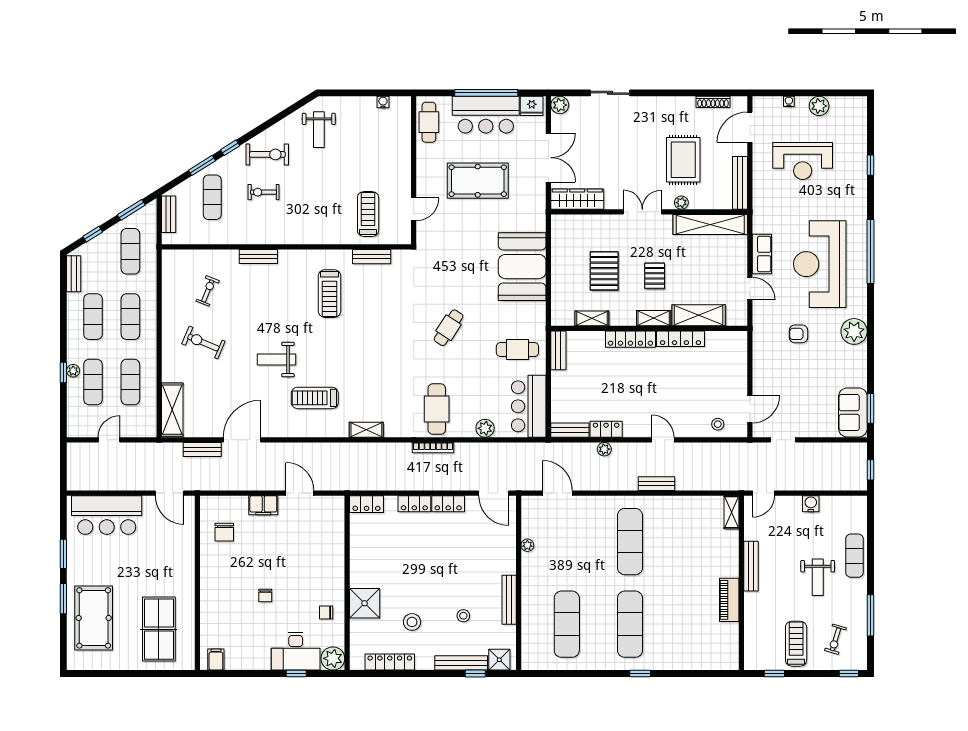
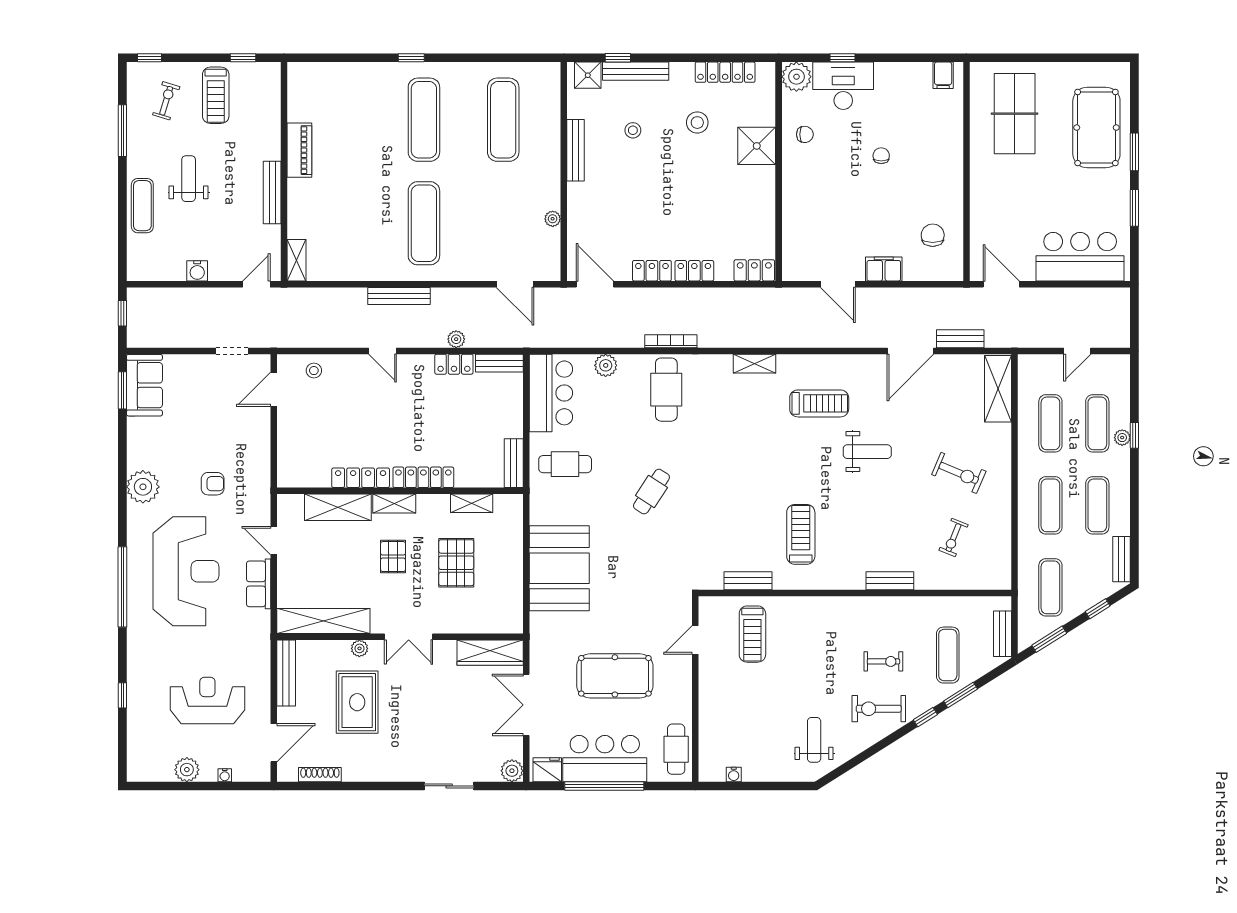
bench: (656, 484) -> (399, 296), width x1.36

